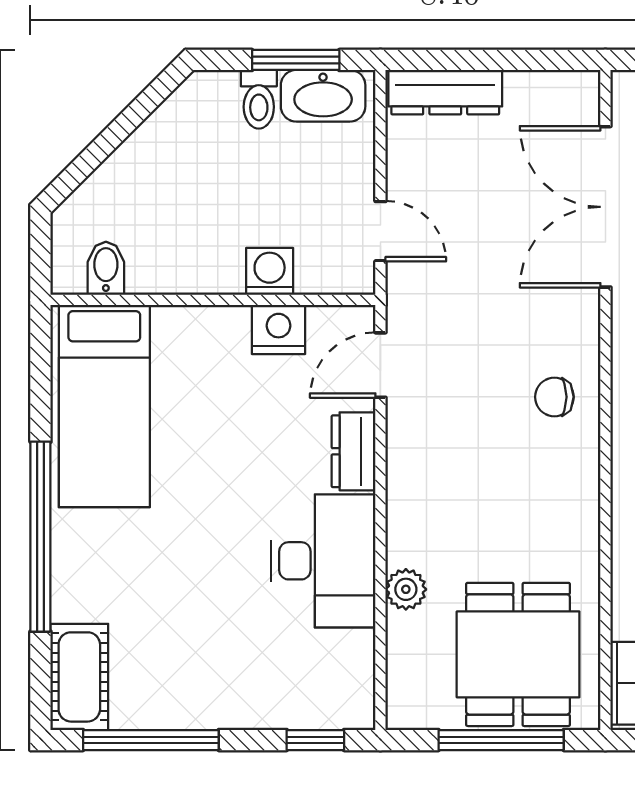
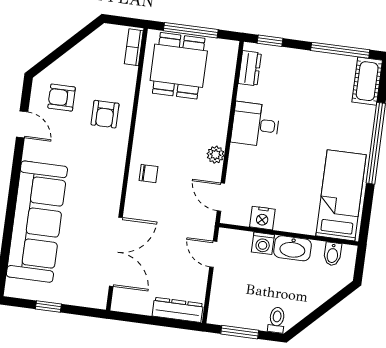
washbasin: (323, 96) -> (293, 248), moved, turned 180
toilet: (259, 99) -> (277, 320), moved
door: (380, 365) -> (221, 197), swing flipped
dresser: (354, 451) -> (250, 68), moved
desk: (323, 561) -> (255, 125), width x0.73
plant: (406, 589) -> (216, 155), moved

